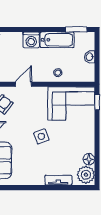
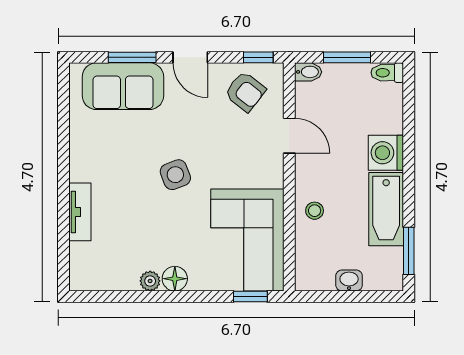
floor lamp: (89, 159) -> (175, 279), moved
plant: (86, 175) -> (150, 281), moved, width x0.53, depth x0.53

